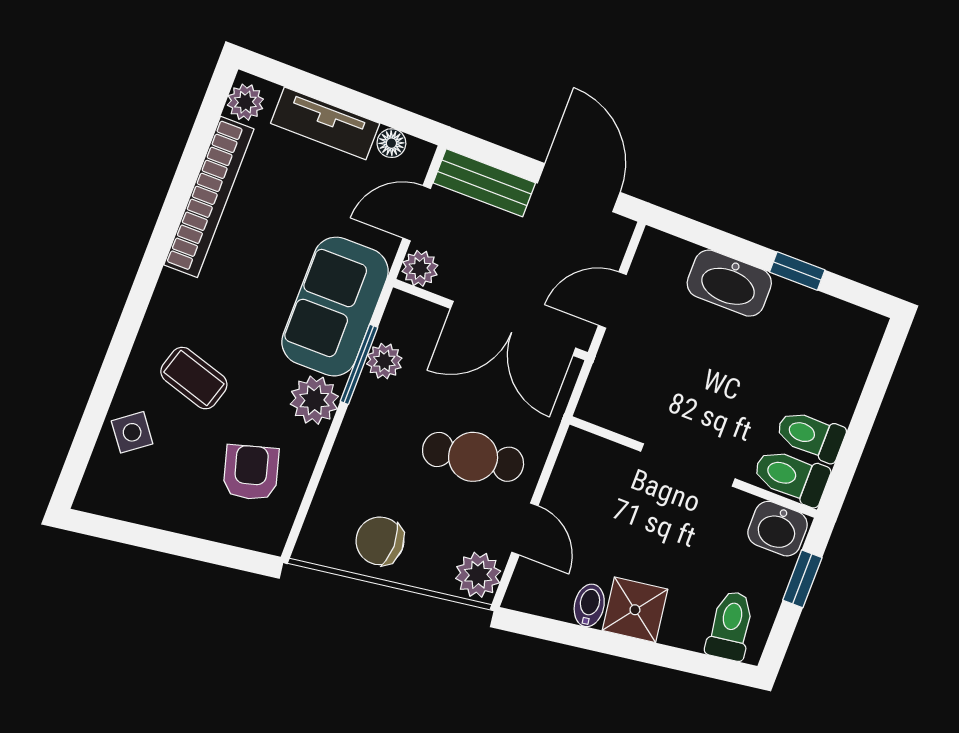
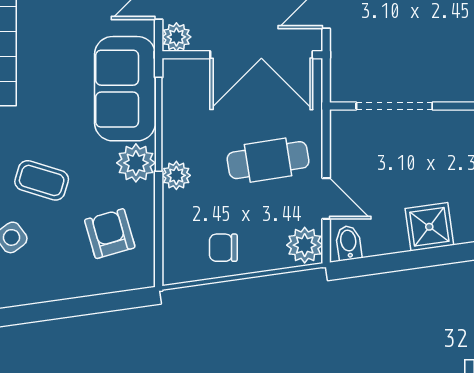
plant: (384, 361) -> (176, 175), moved
window: (359, 364) -> (159, 124), width x1.44
doorway: (688, 465) -> (394, 106), moved
chair: (380, 541) -> (223, 248), width x0.73, depth x0.73
bidet: (589, 605) -> (349, 243), moved

